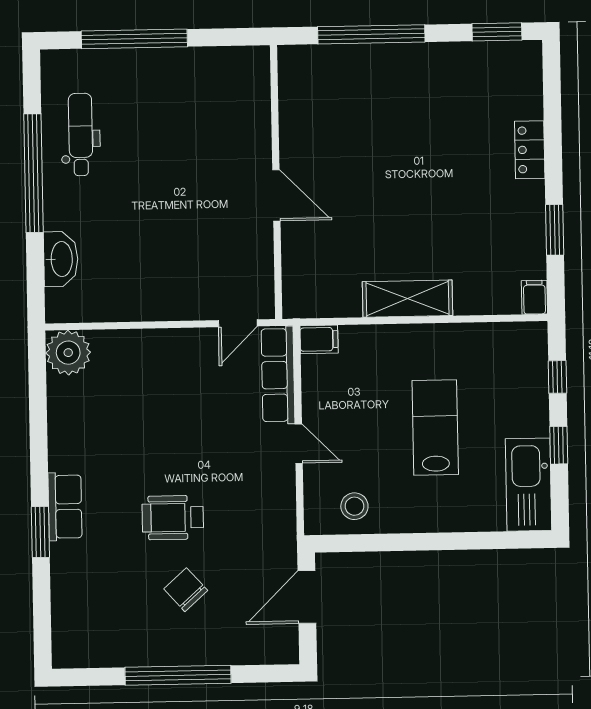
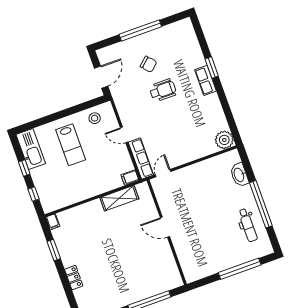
shelving: (407, 299) -> (119, 198), moved
lab bench: (435, 427) -> (71, 145), moved

